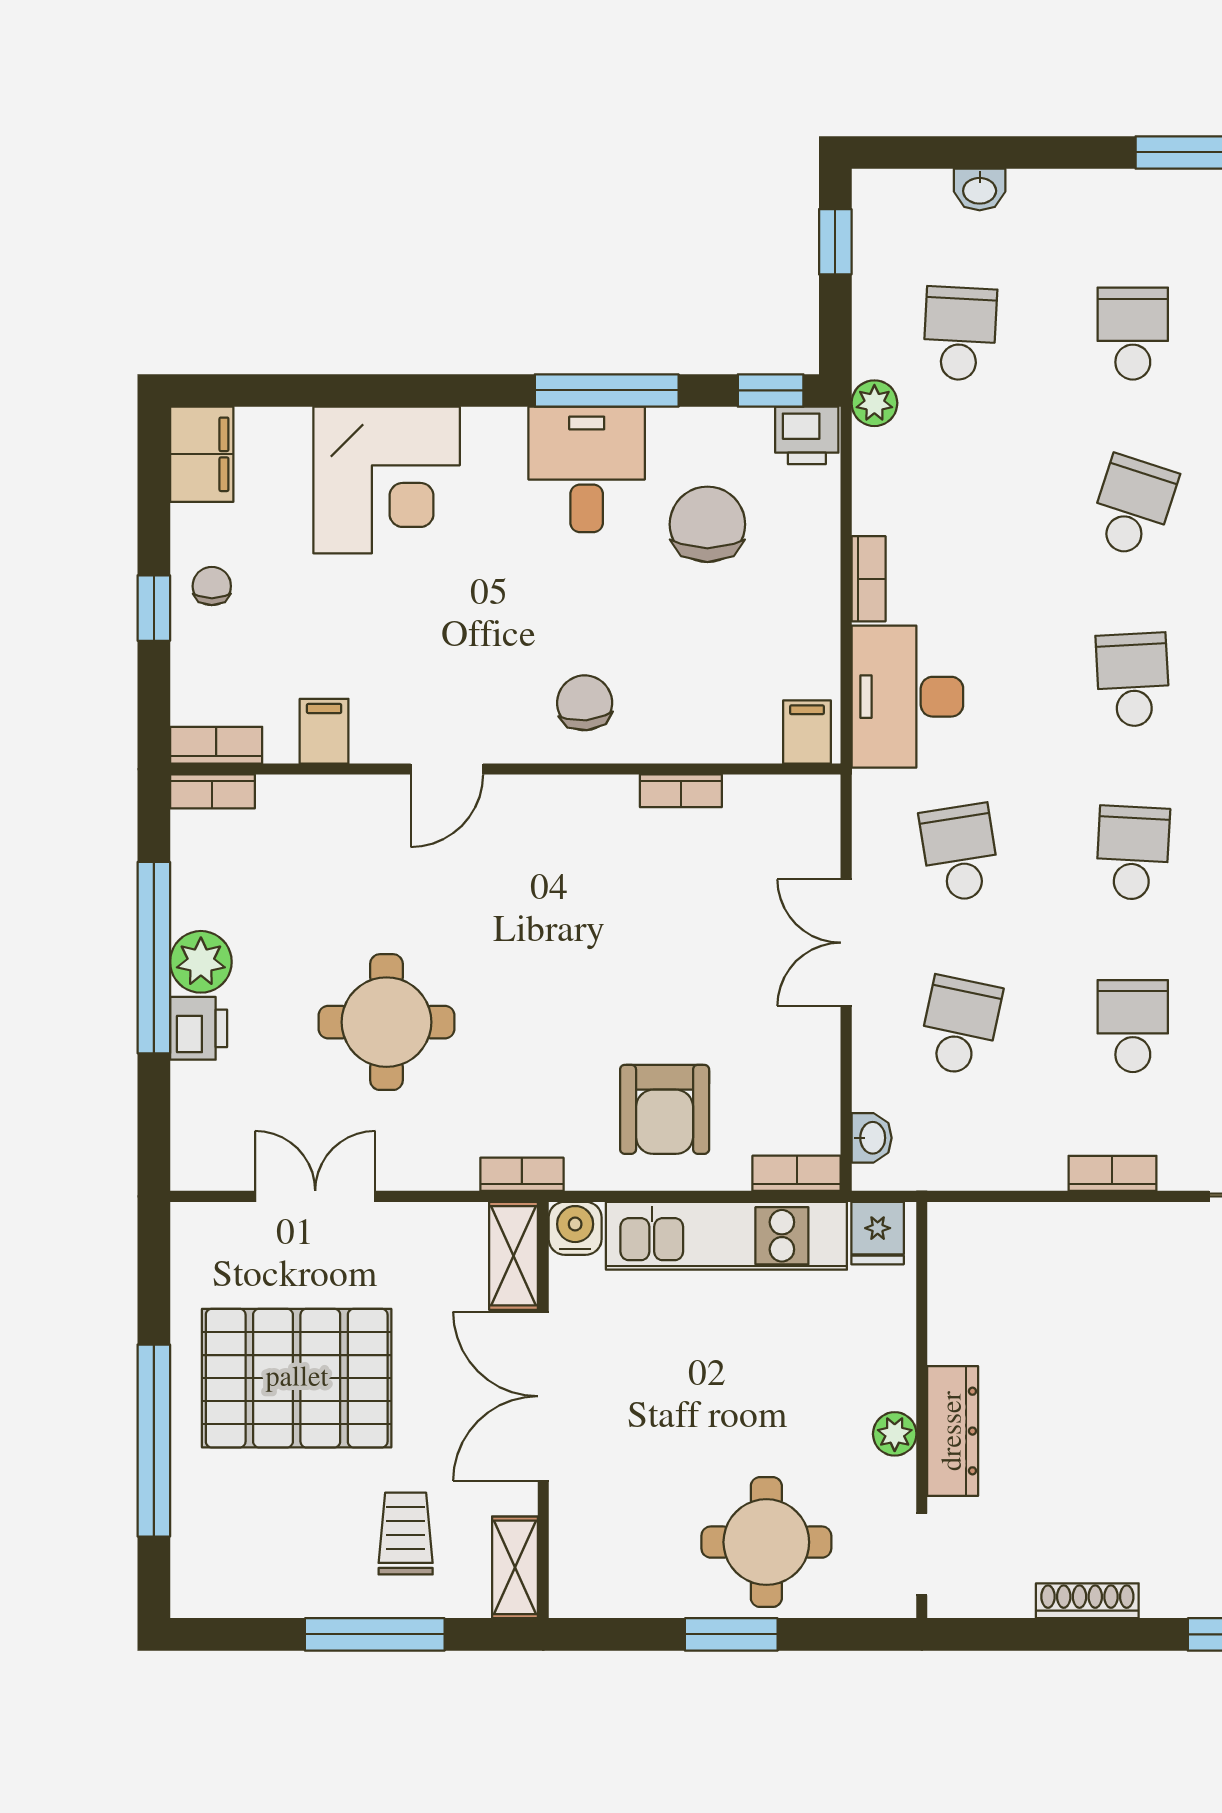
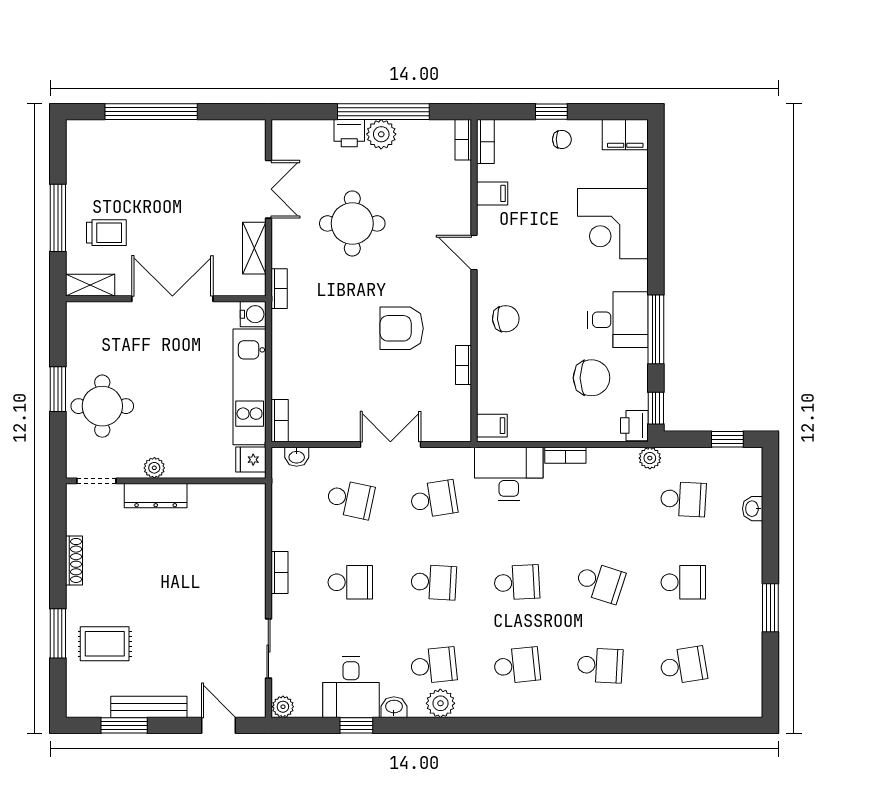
armchair: (665, 1109) -> (402, 328), moved
shelving: (514, 1256) -> (254, 248), moved, turned 90
pallet: (297, 1378) -> (181, 180), removed

